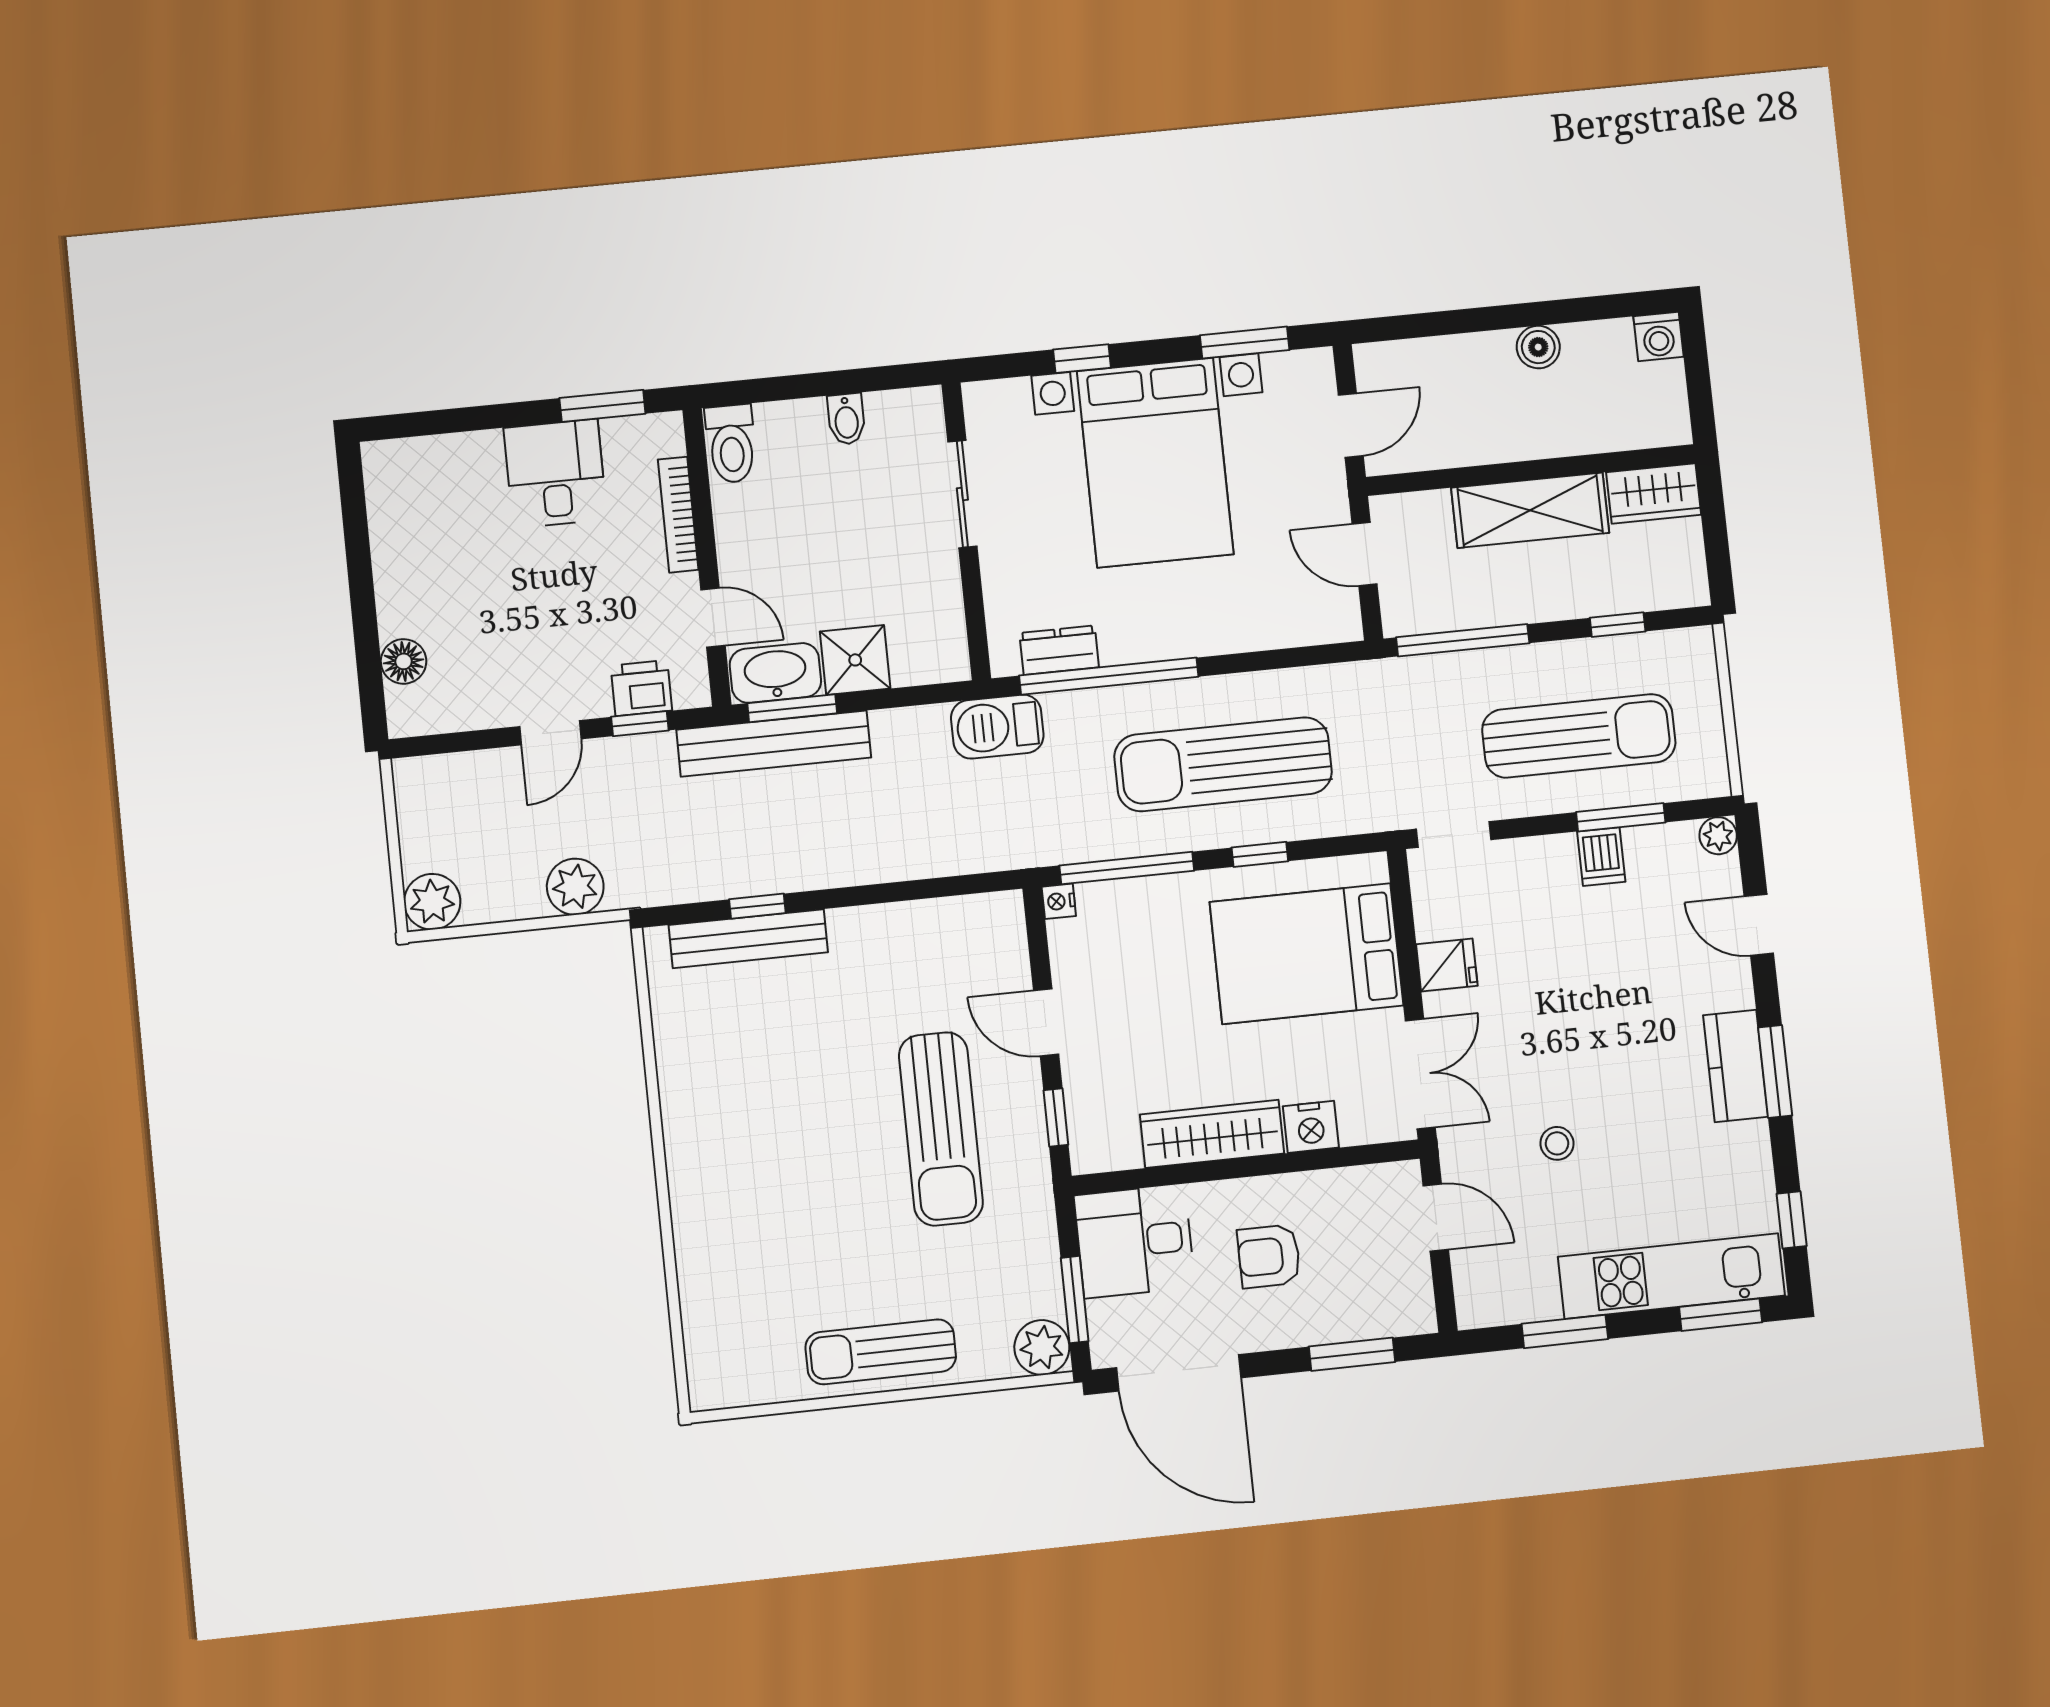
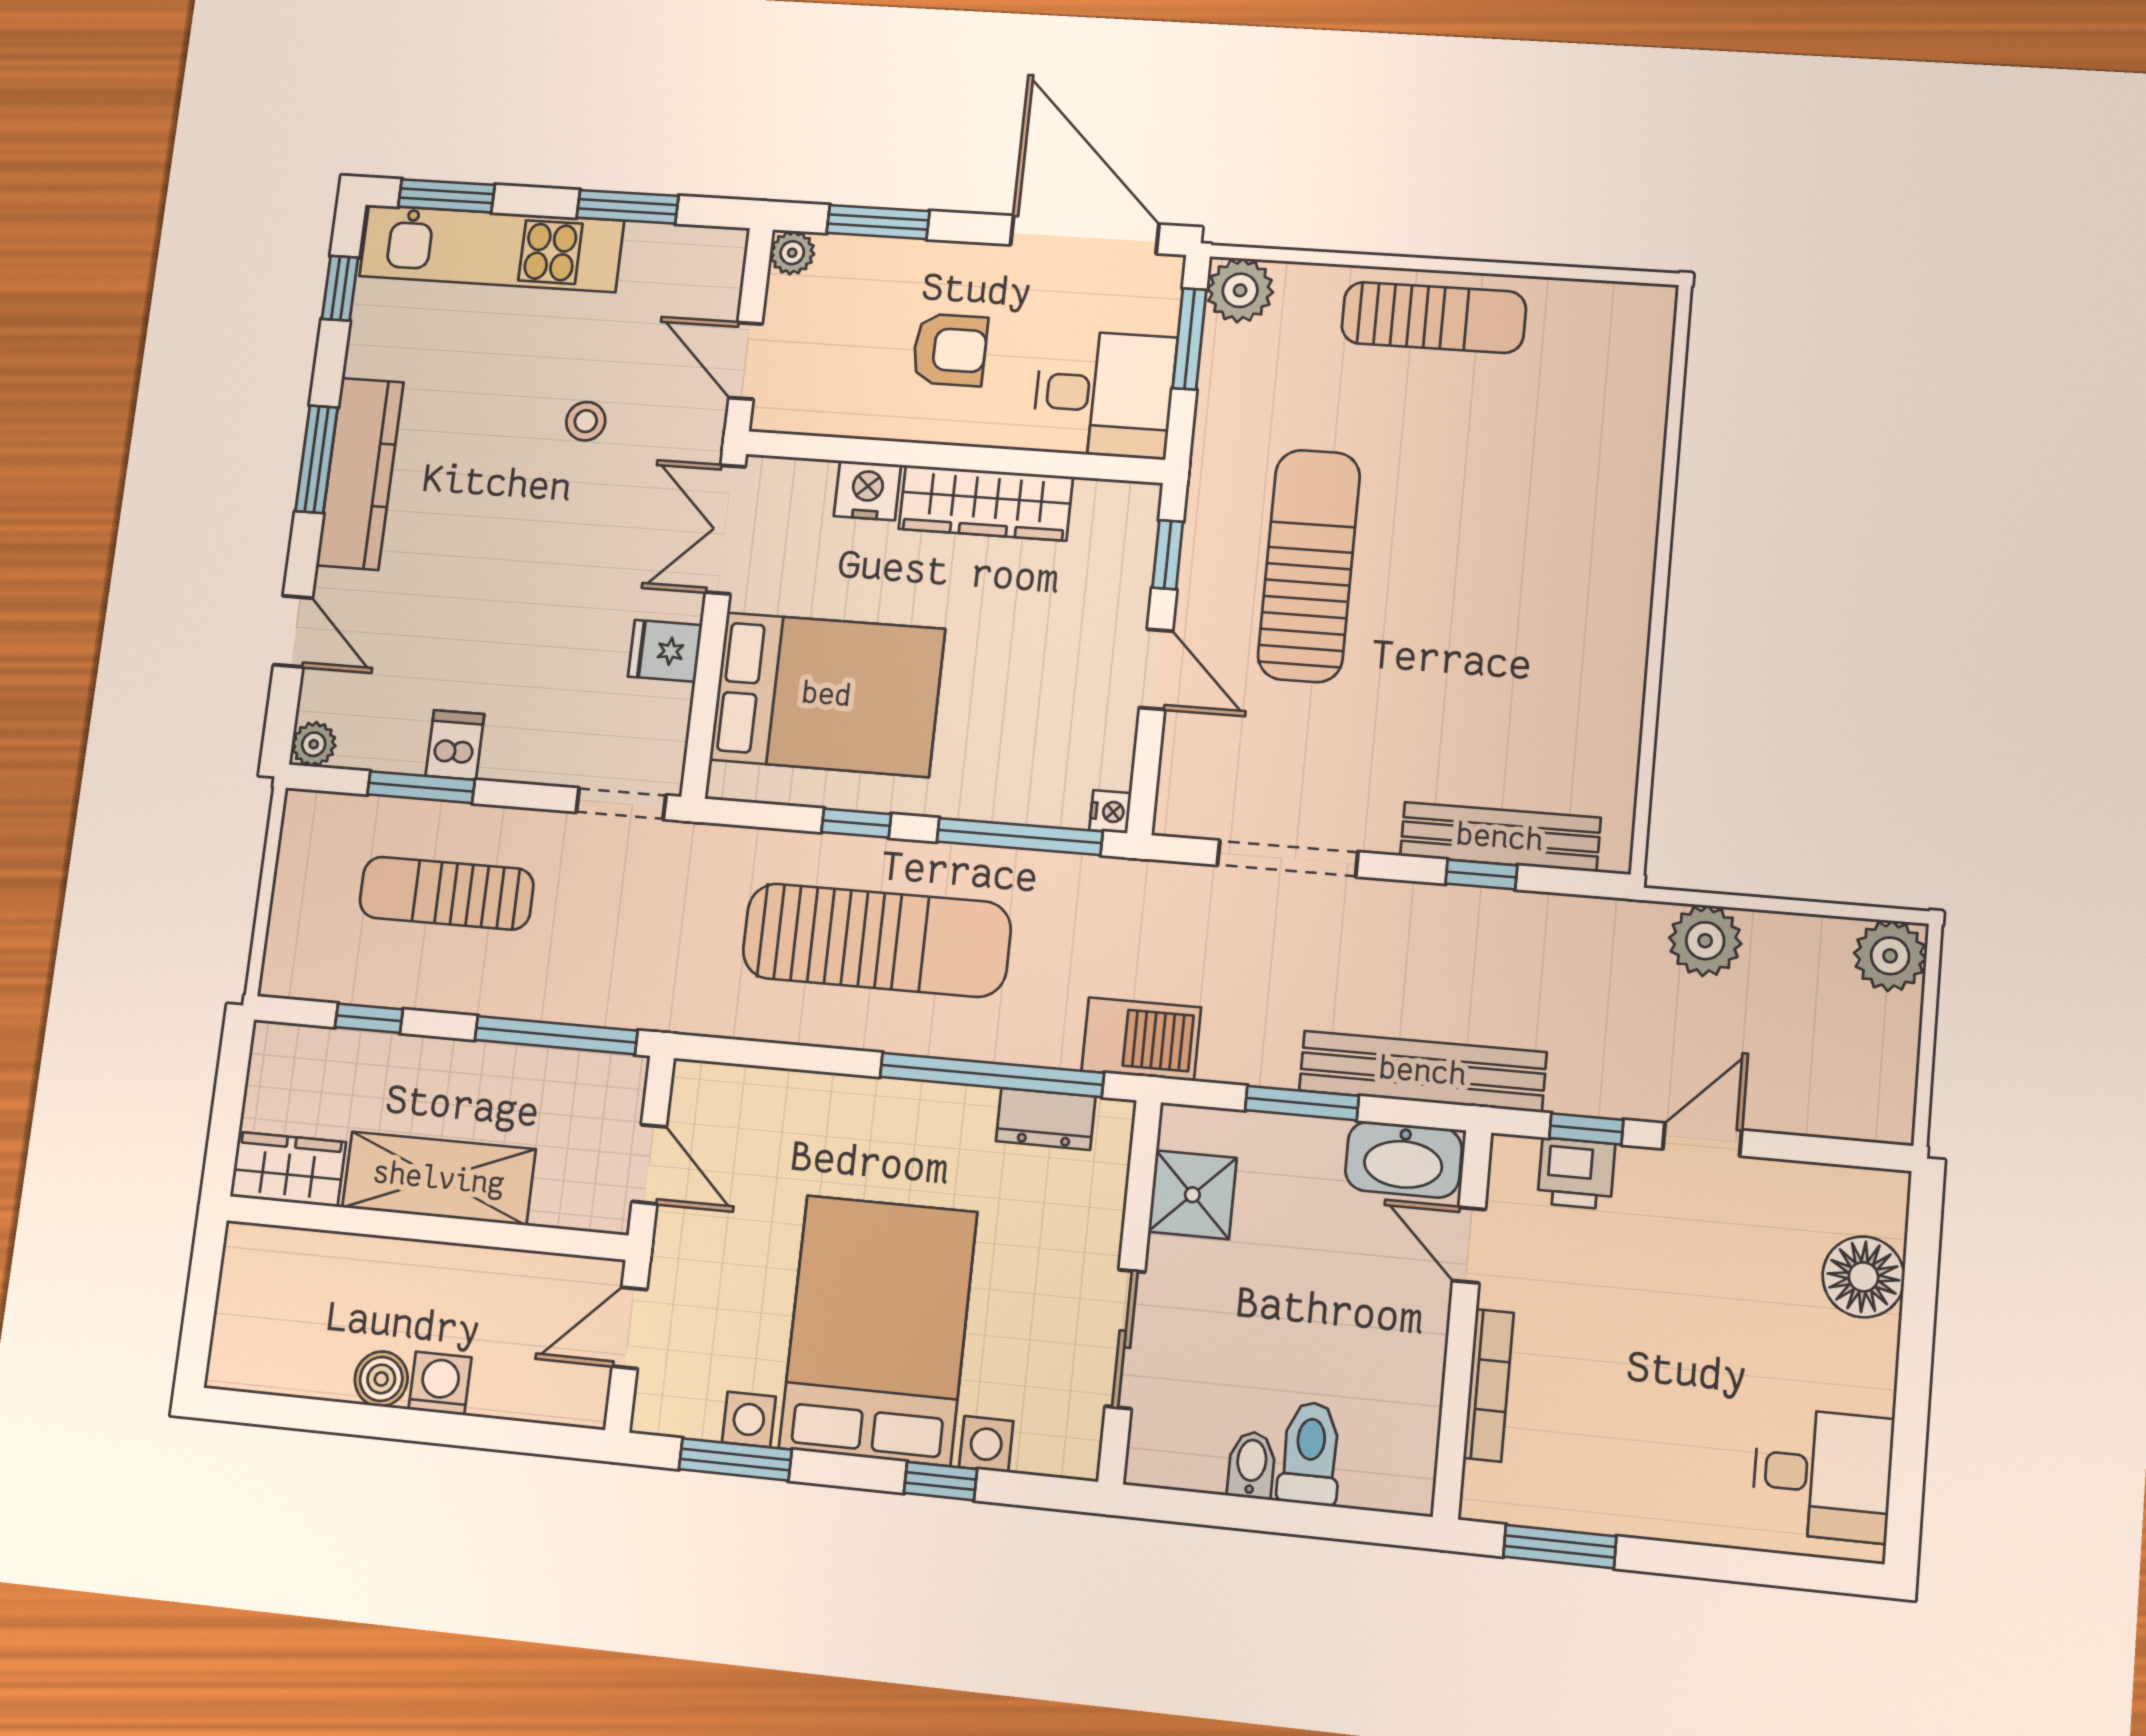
washing machine: (1659, 336) -> (440, 1383), moved
toilet: (731, 444) -> (1310, 1453), moved
desk: (555, 473) -> (1823, 1475), moved, turned -90
shower: (855, 660) -> (1192, 1195), moved
floor lamp: (404, 661) -> (1863, 1277), width x1.38, depth x1.38
window: (792, 708) -> (1302, 1103), moved
sun lounger: (1579, 736) -> (447, 893), width x0.73, depth x0.75
doorway: (911, 890) -> (1287, 859), added
kitchen counter: (1736, 1066) -> (360, 474), width x1.50
plant: (1418, 1316) -> (792, 253), added

